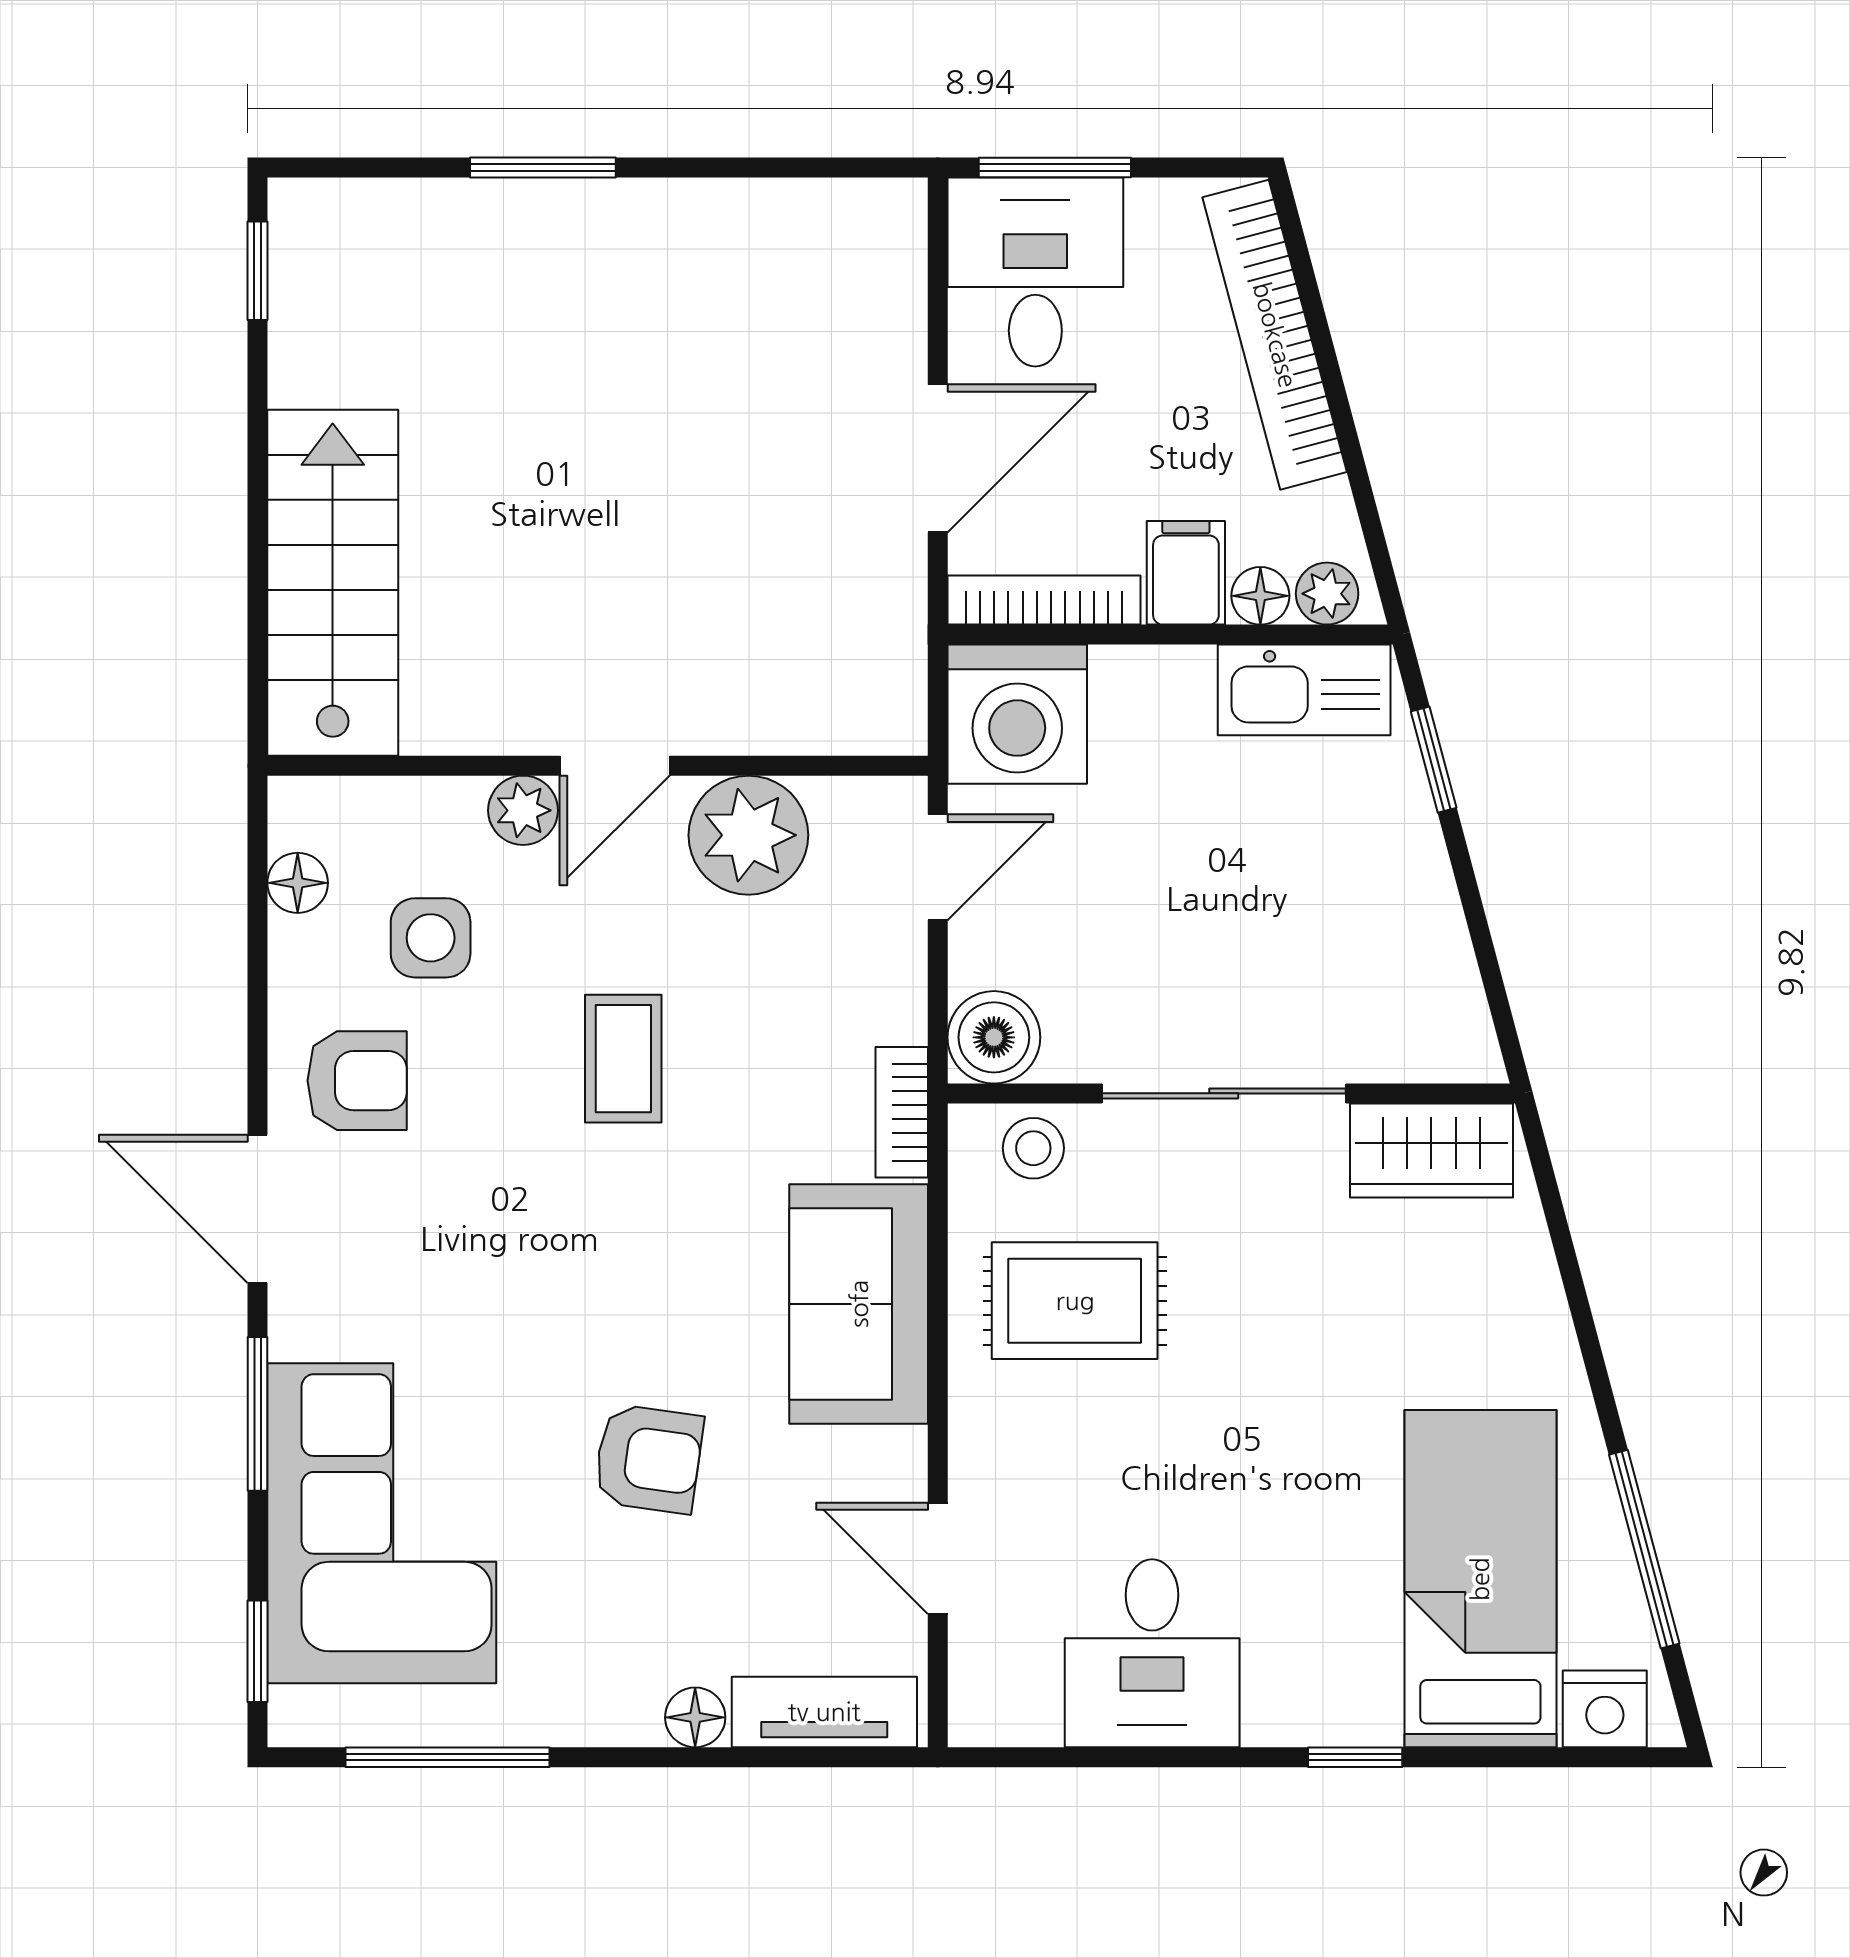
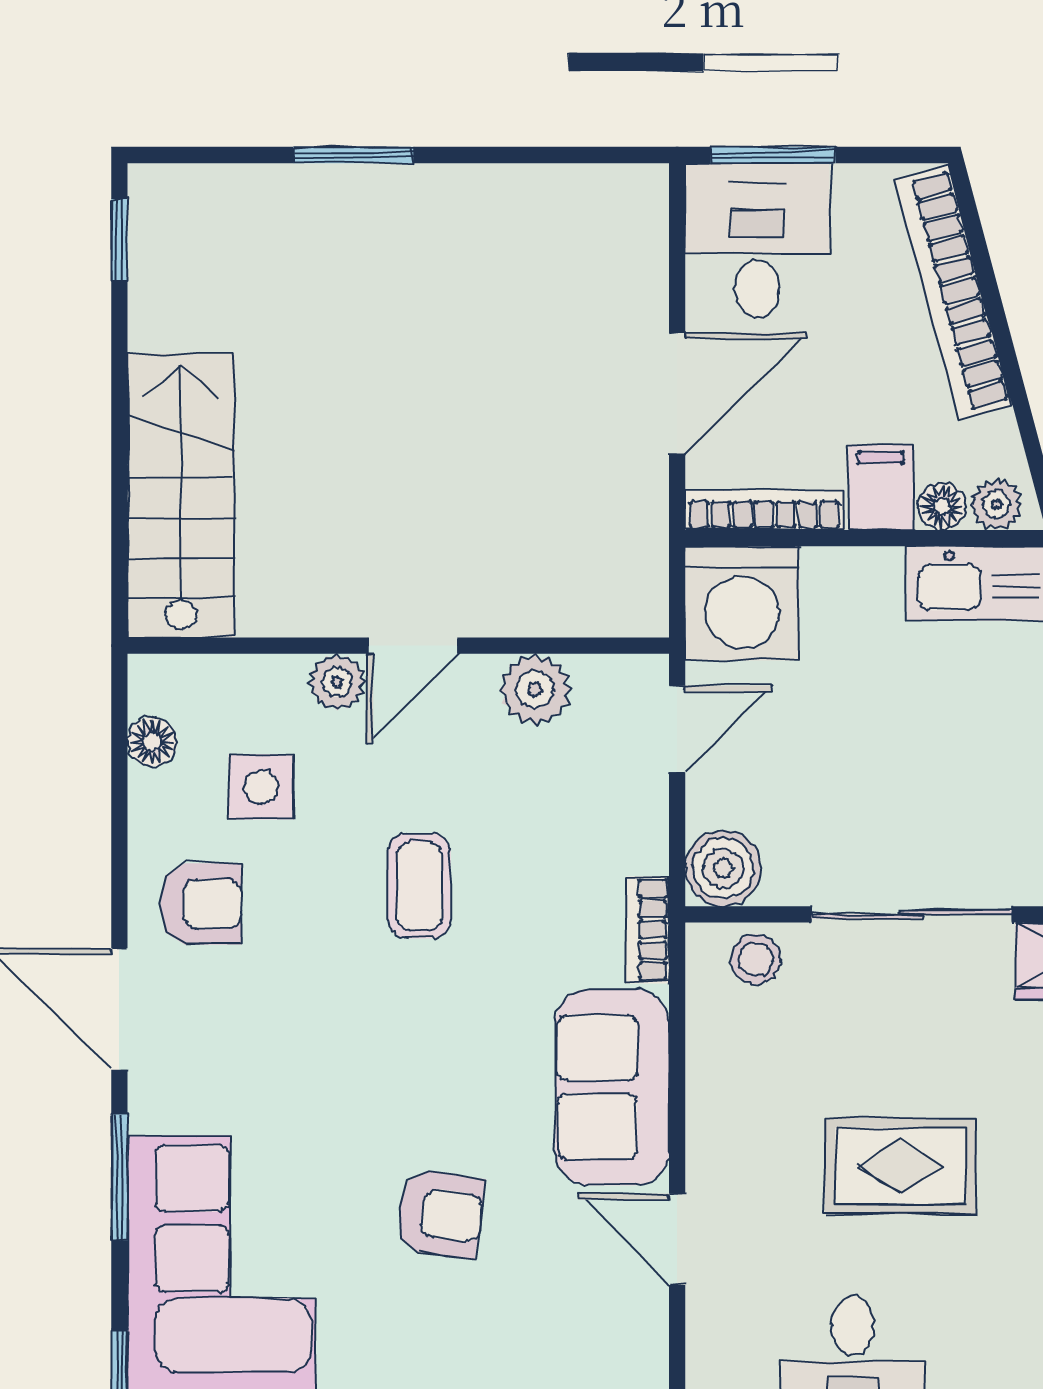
plant: (748, 835) -> (535, 690), width x0.73, depth x0.73
rug: (1075, 1301) -> (900, 1166), moved
door: (938, 1558) -> (677, 1239), moved

